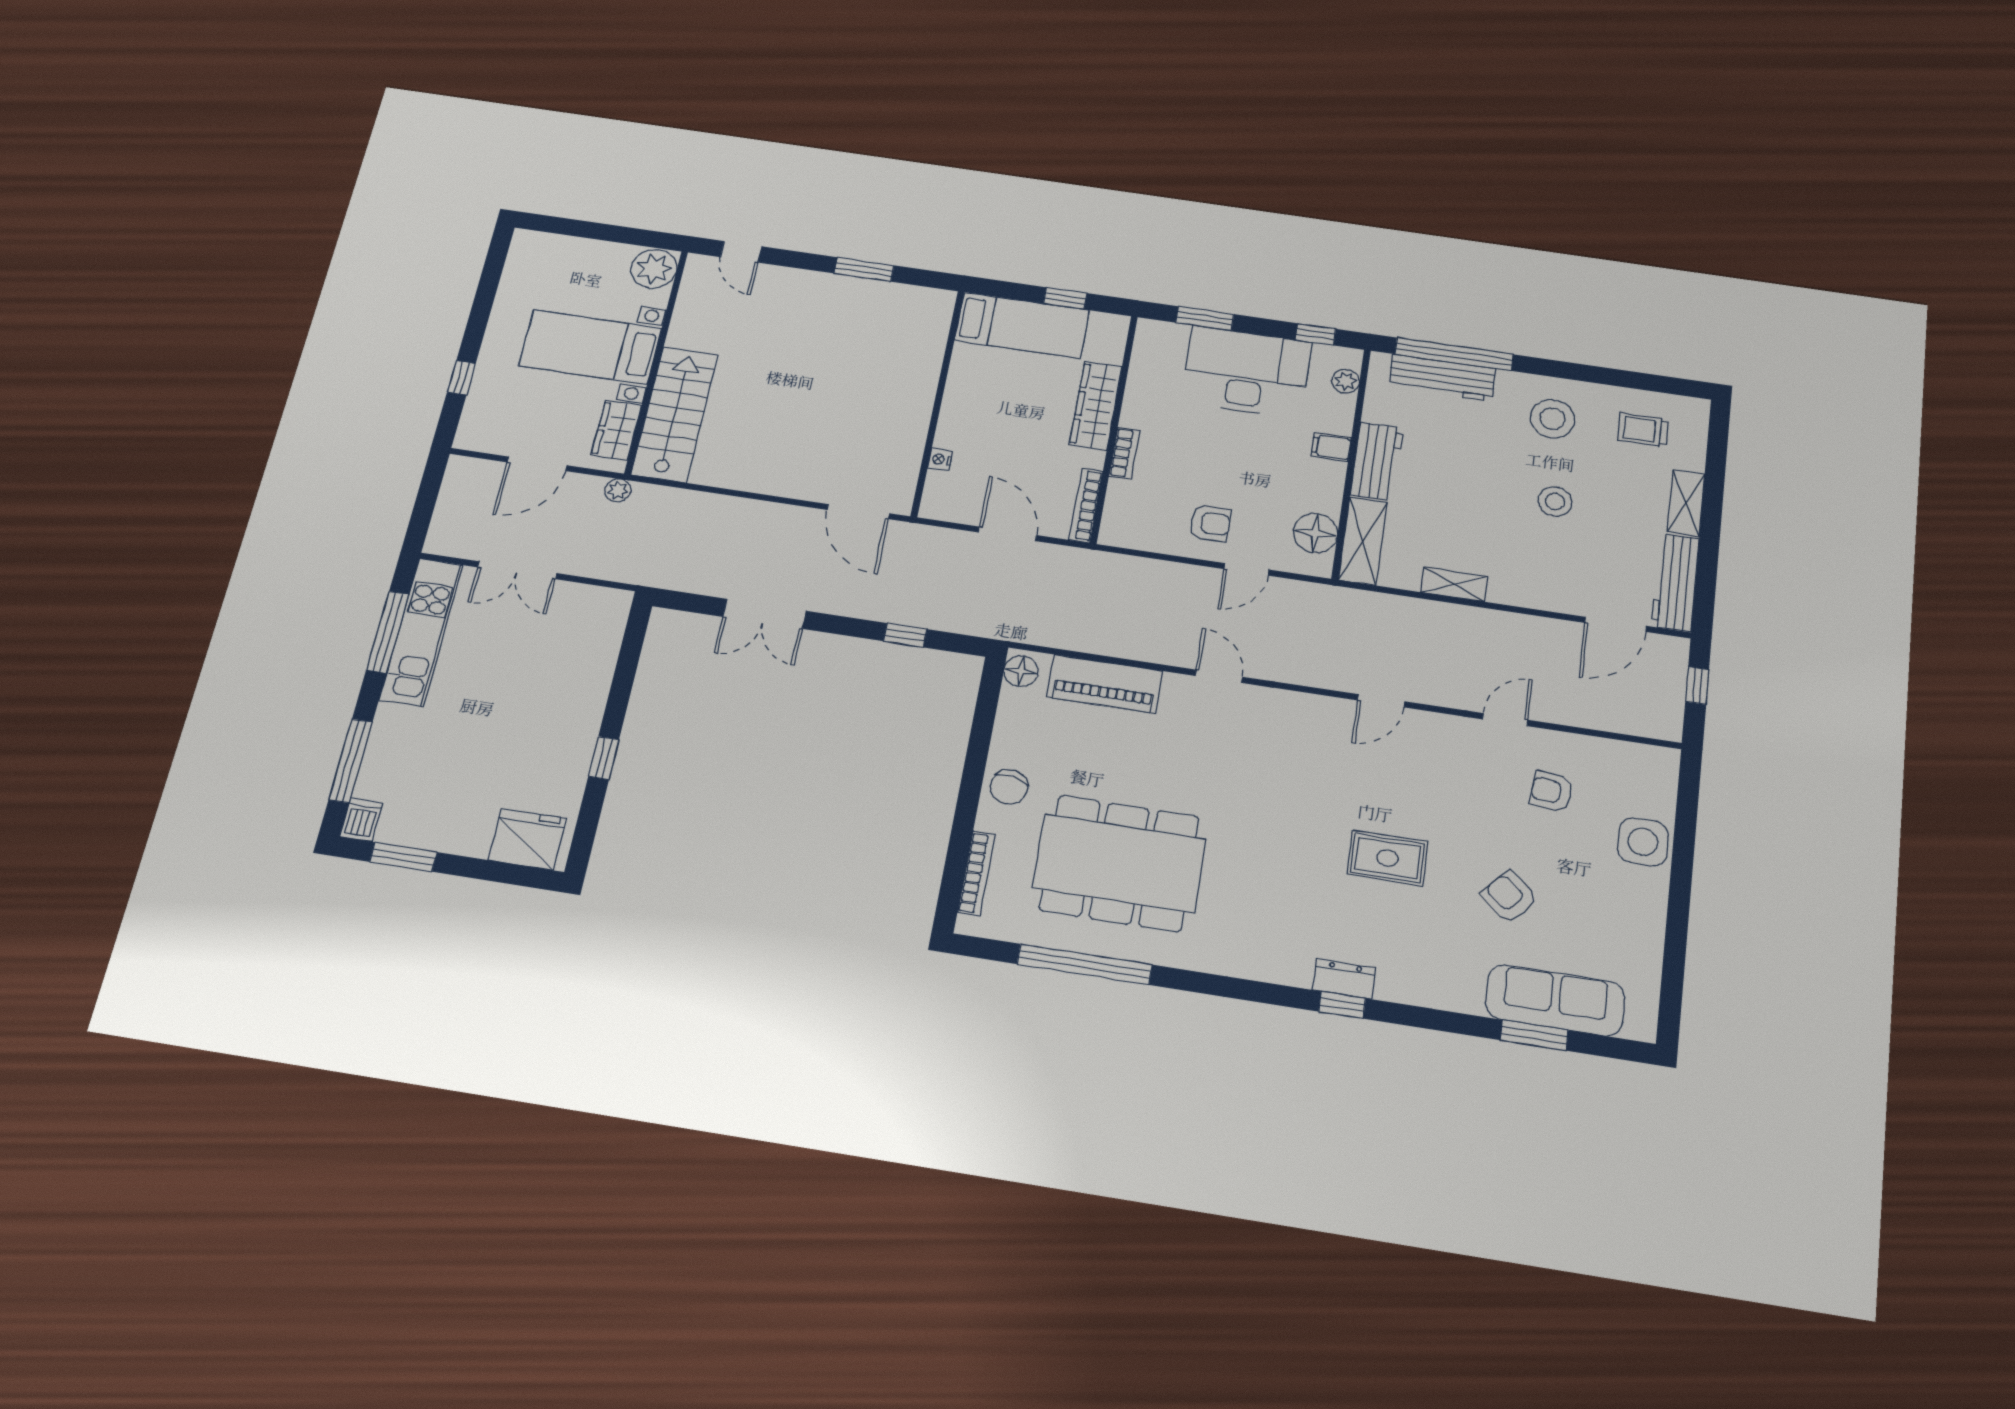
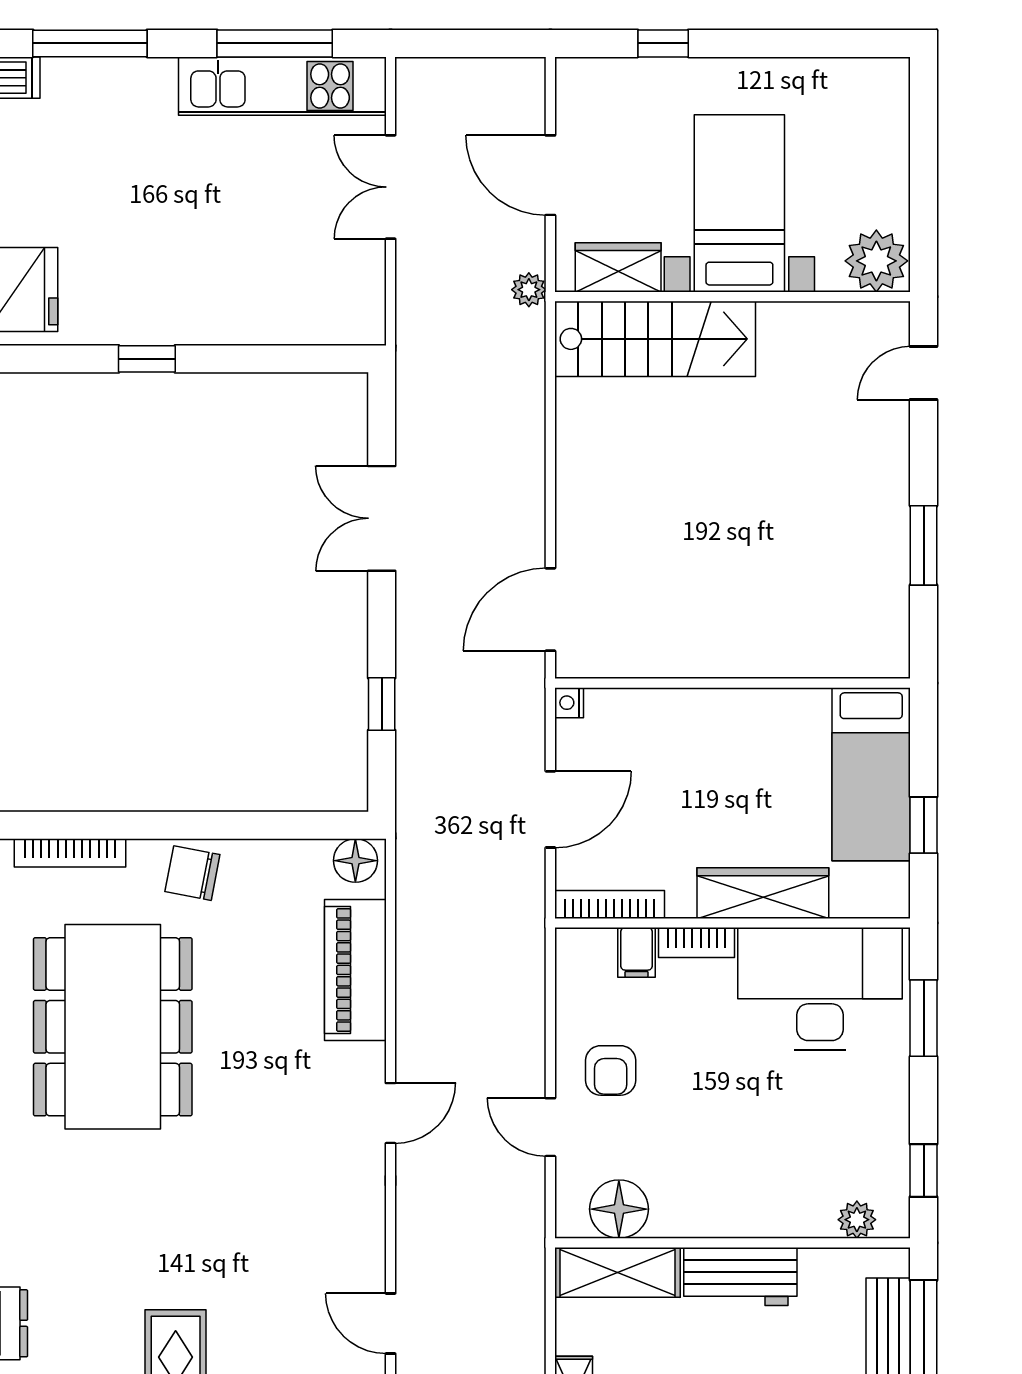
desk: (1246, 372) -> (820, 989), moved, turned -90
filing cabinet: (1331, 447) -> (636, 952), moved, turned 180
nightstand: (940, 459) -> (569, 703), moved, turned -90

